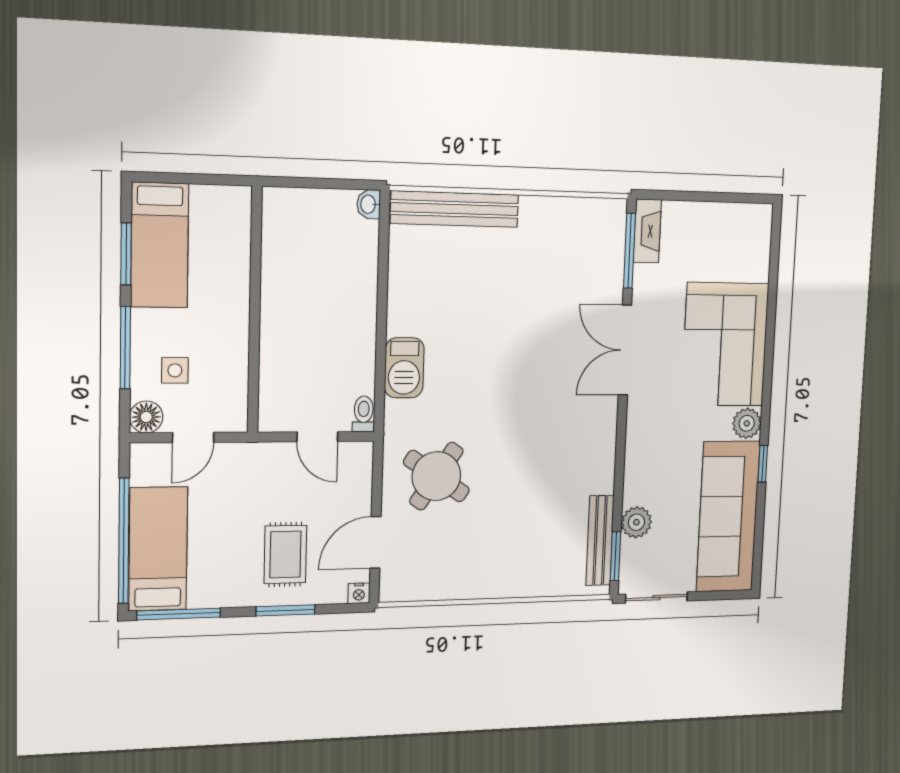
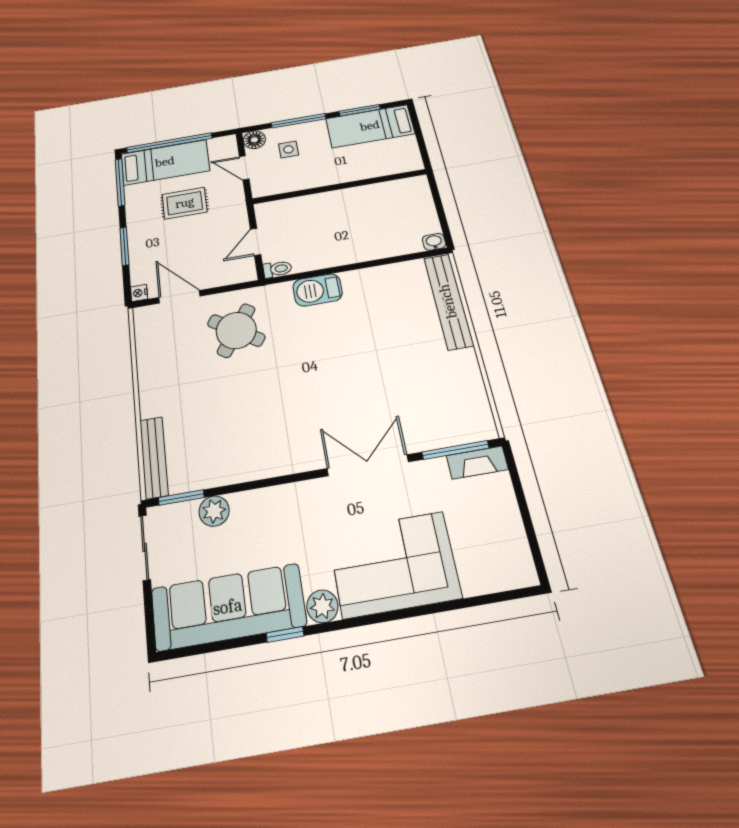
bench: (600, 540) -> (154, 457), moved, turned 90
rug: (285, 554) -> (185, 203), moved

